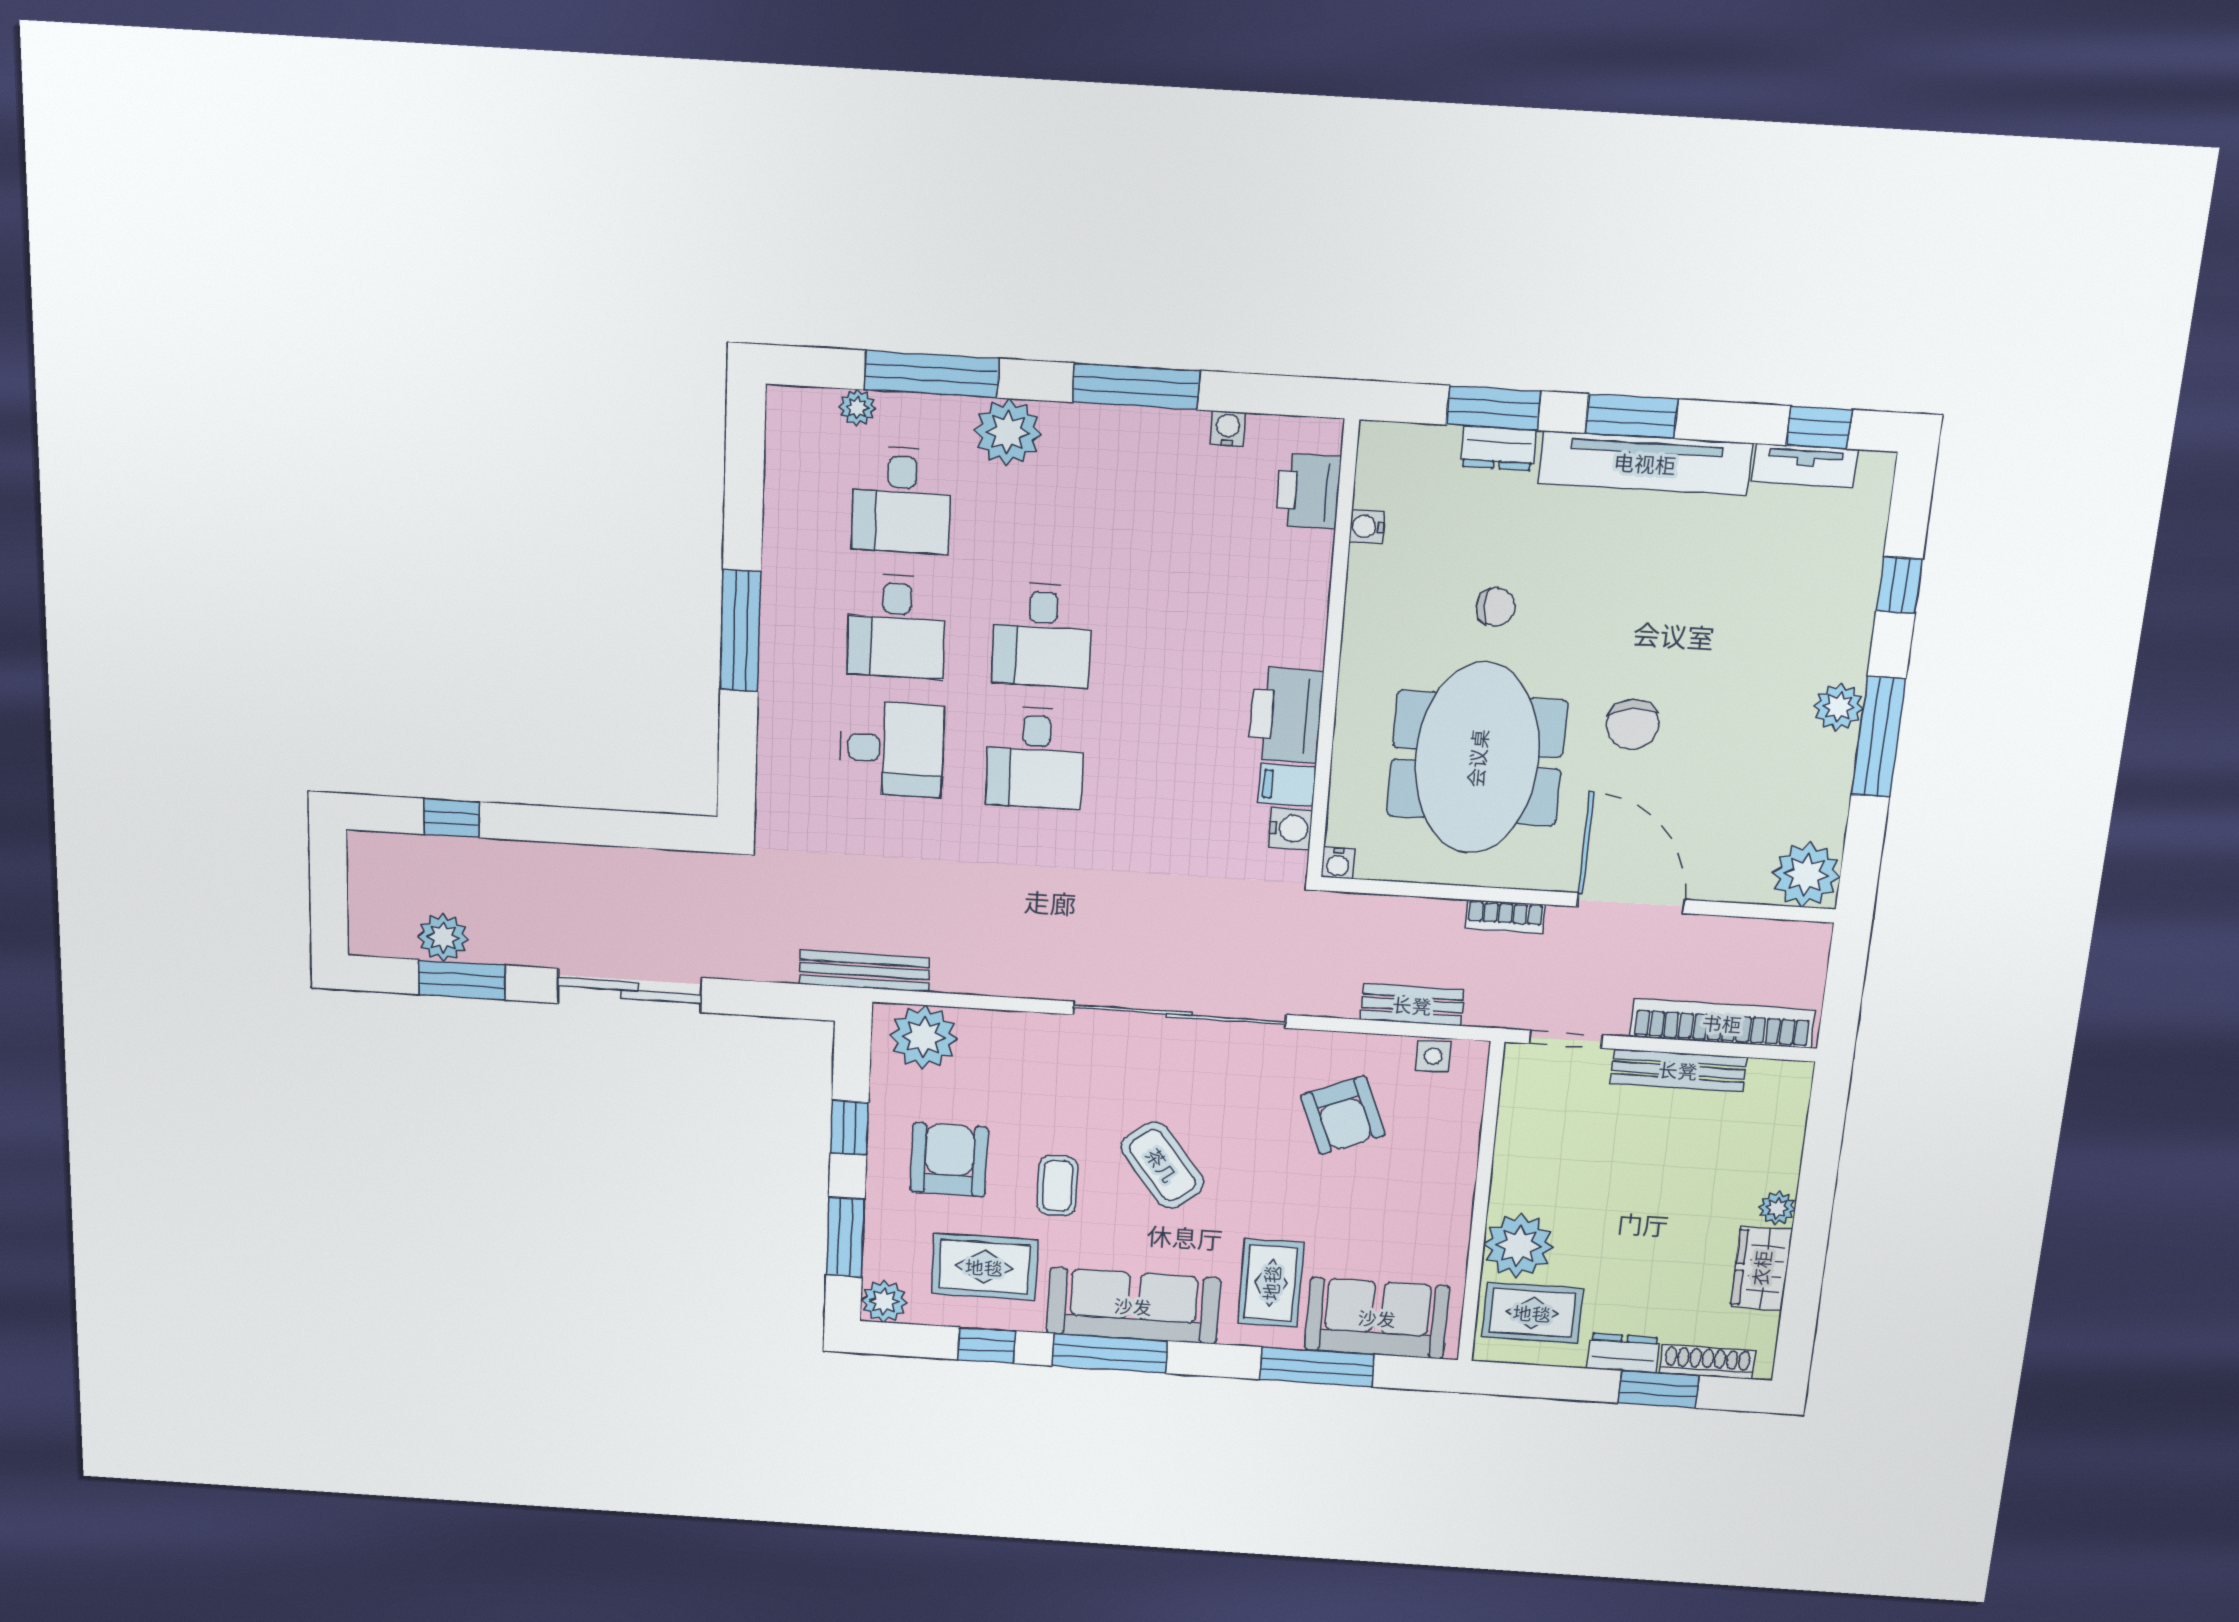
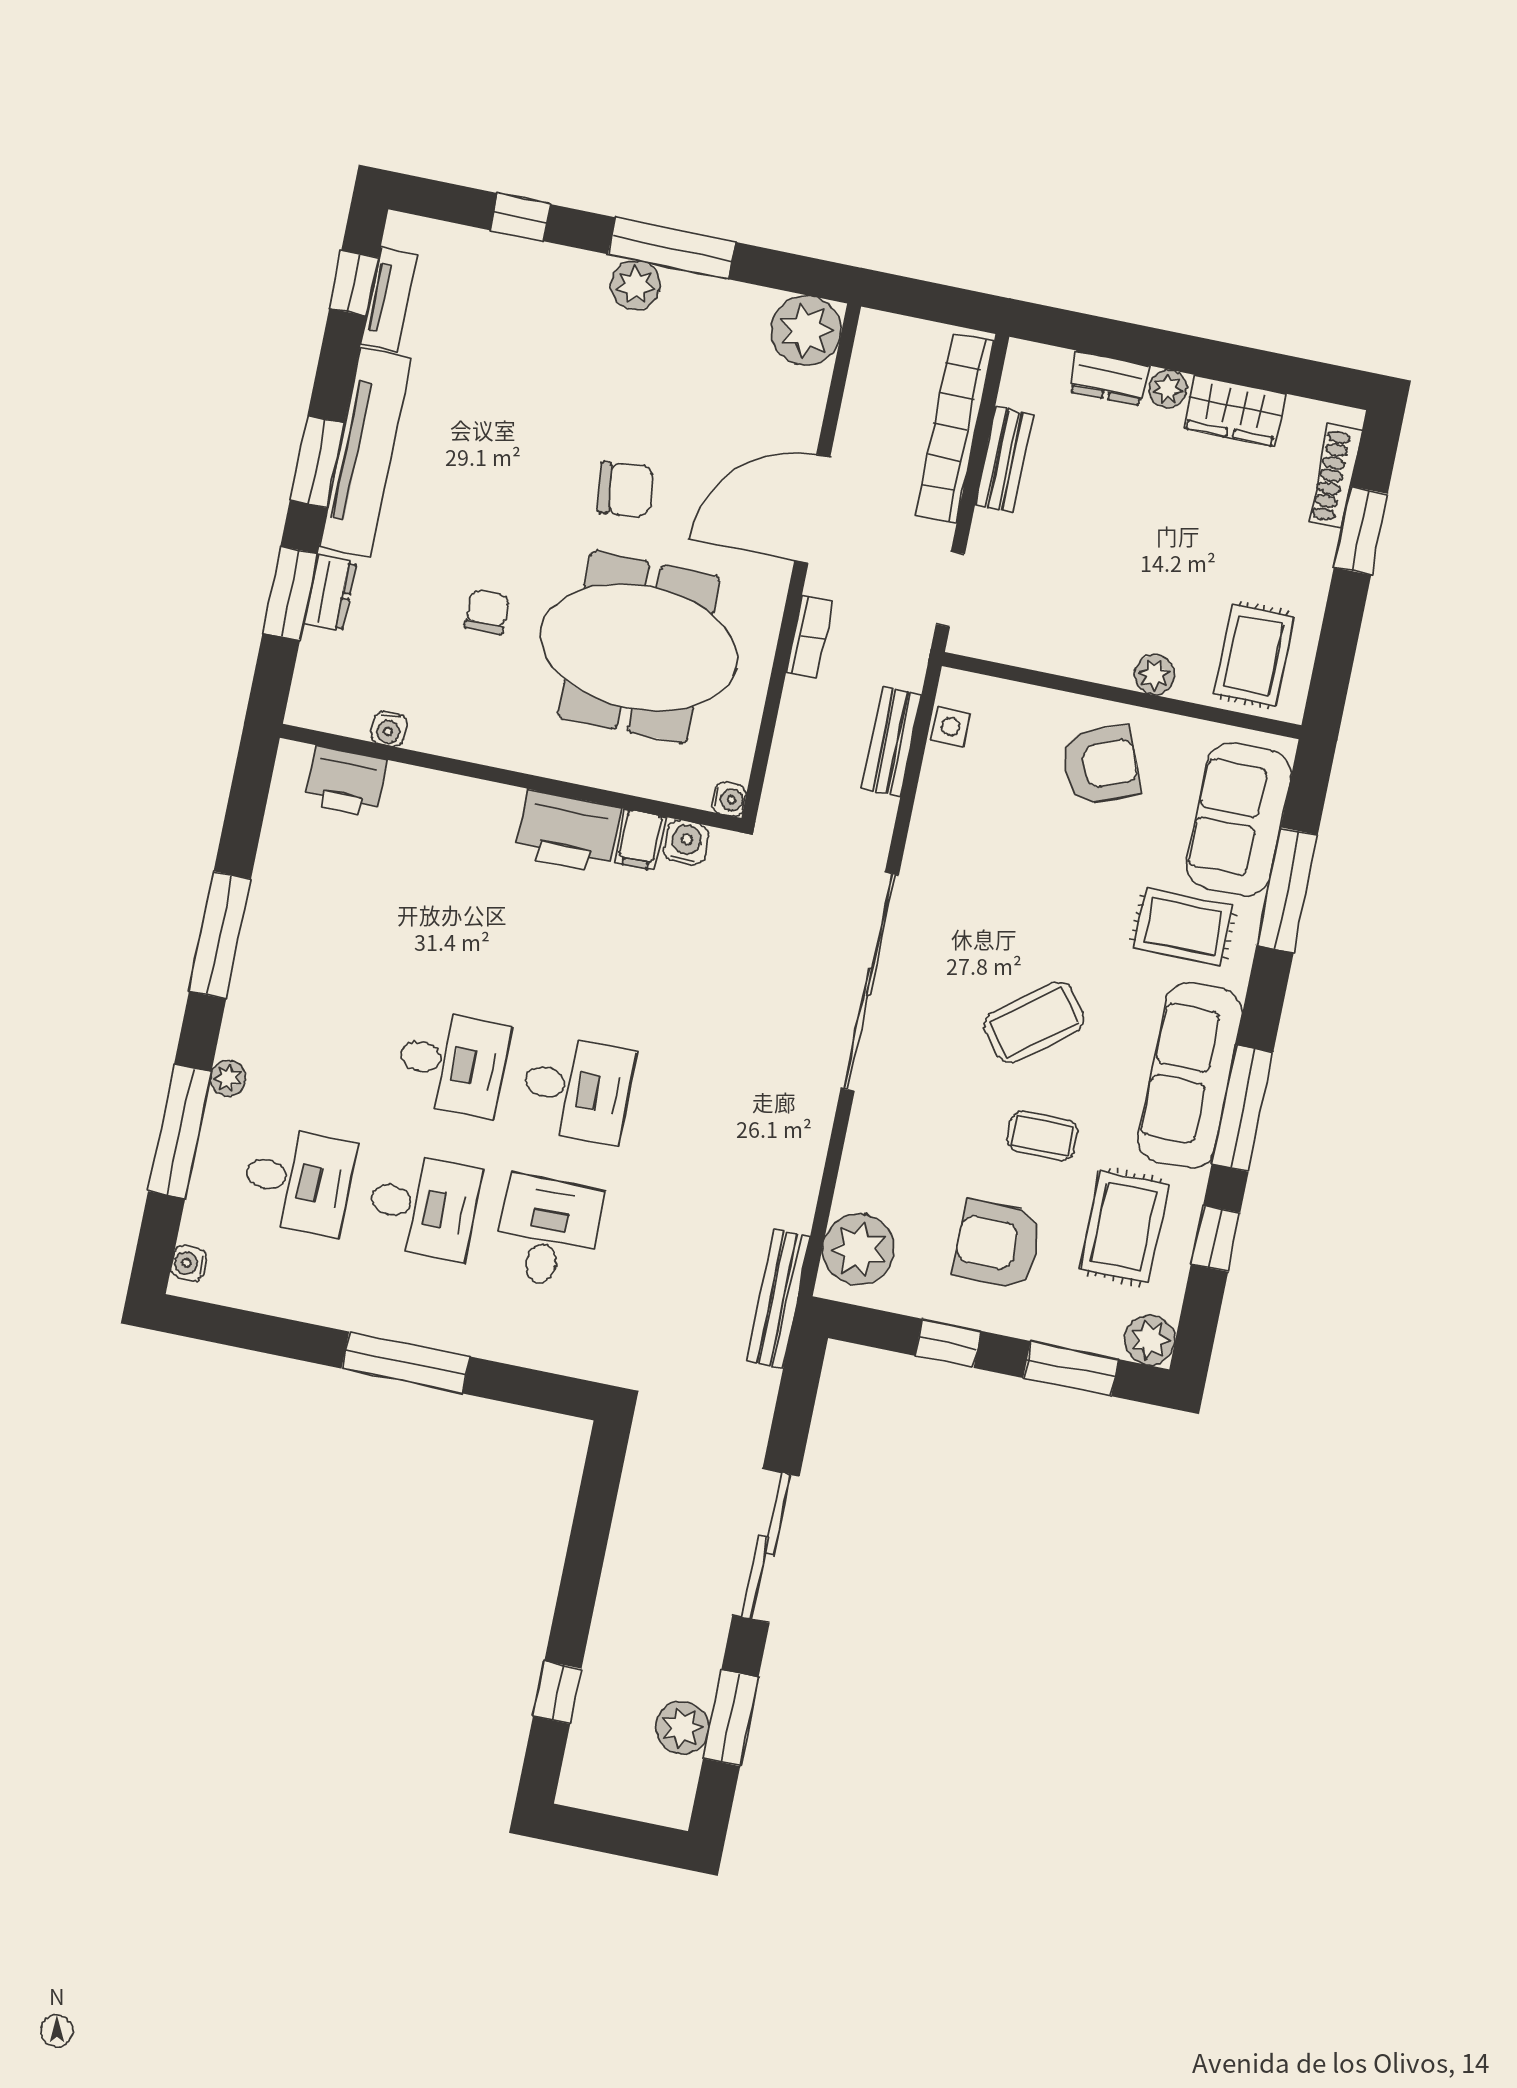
plant: (857, 408) -> (202, 1209), removed
water cooler: (1228, 428) -> (189, 1263), moved
plant: (1008, 432) -> (228, 1078), width x0.53, depth x0.53
bench: (1678, 1070) -> (1004, 459), width x0.73
armchair: (1343, 1115) -> (1100, 765), moved
plant: (1519, 1246) -> (1154, 675), width x0.53, depth x0.53
dresser: (1623, 1353) -> (1109, 379), moved, turned -90

